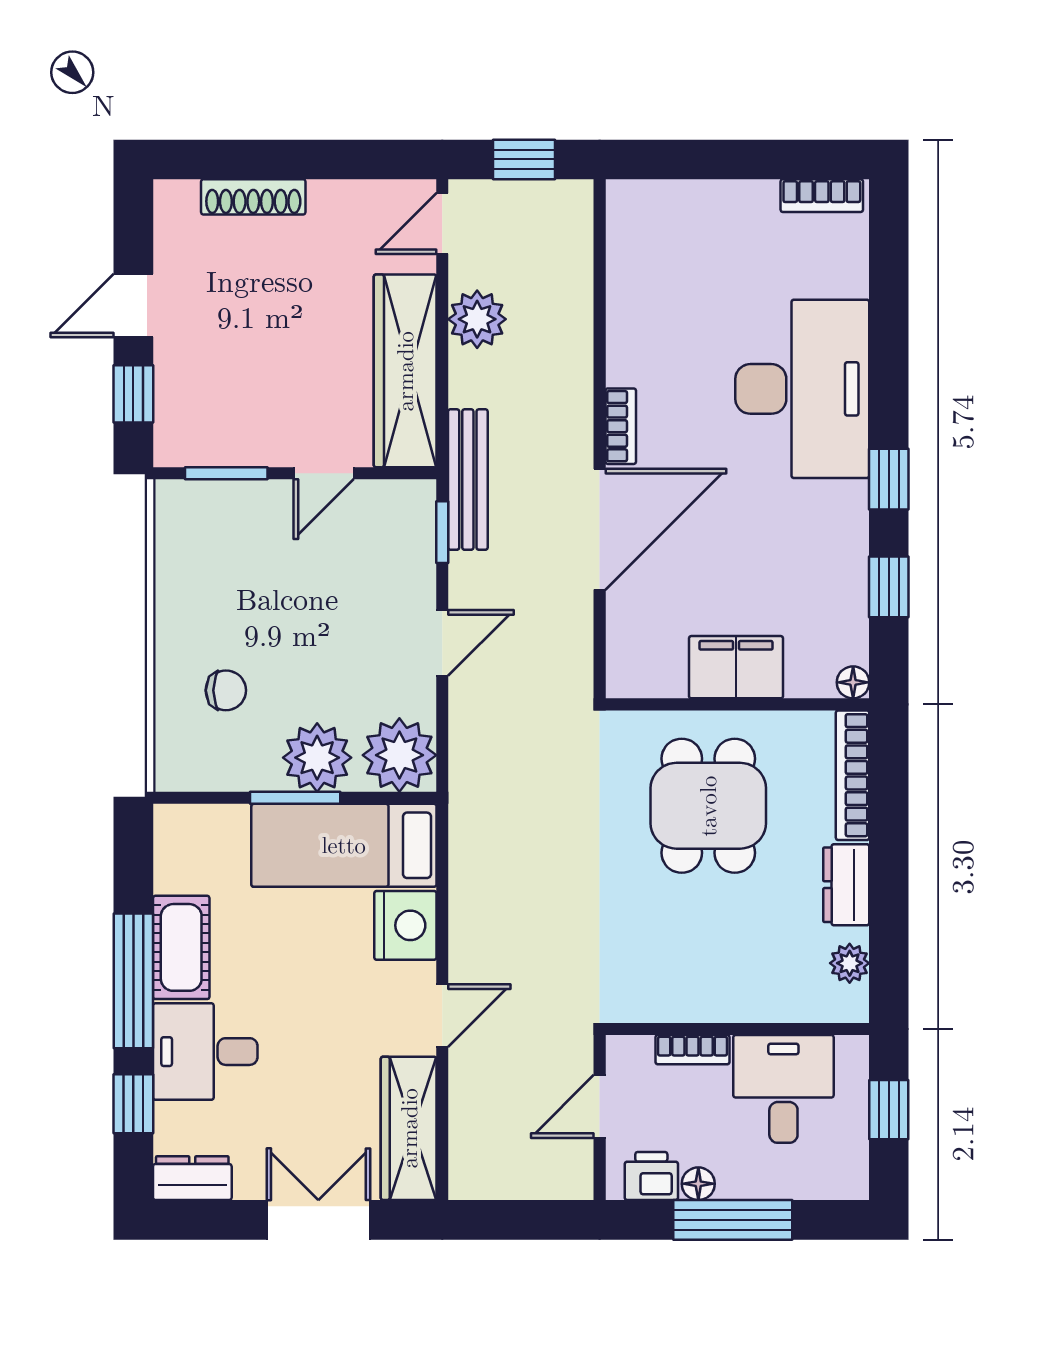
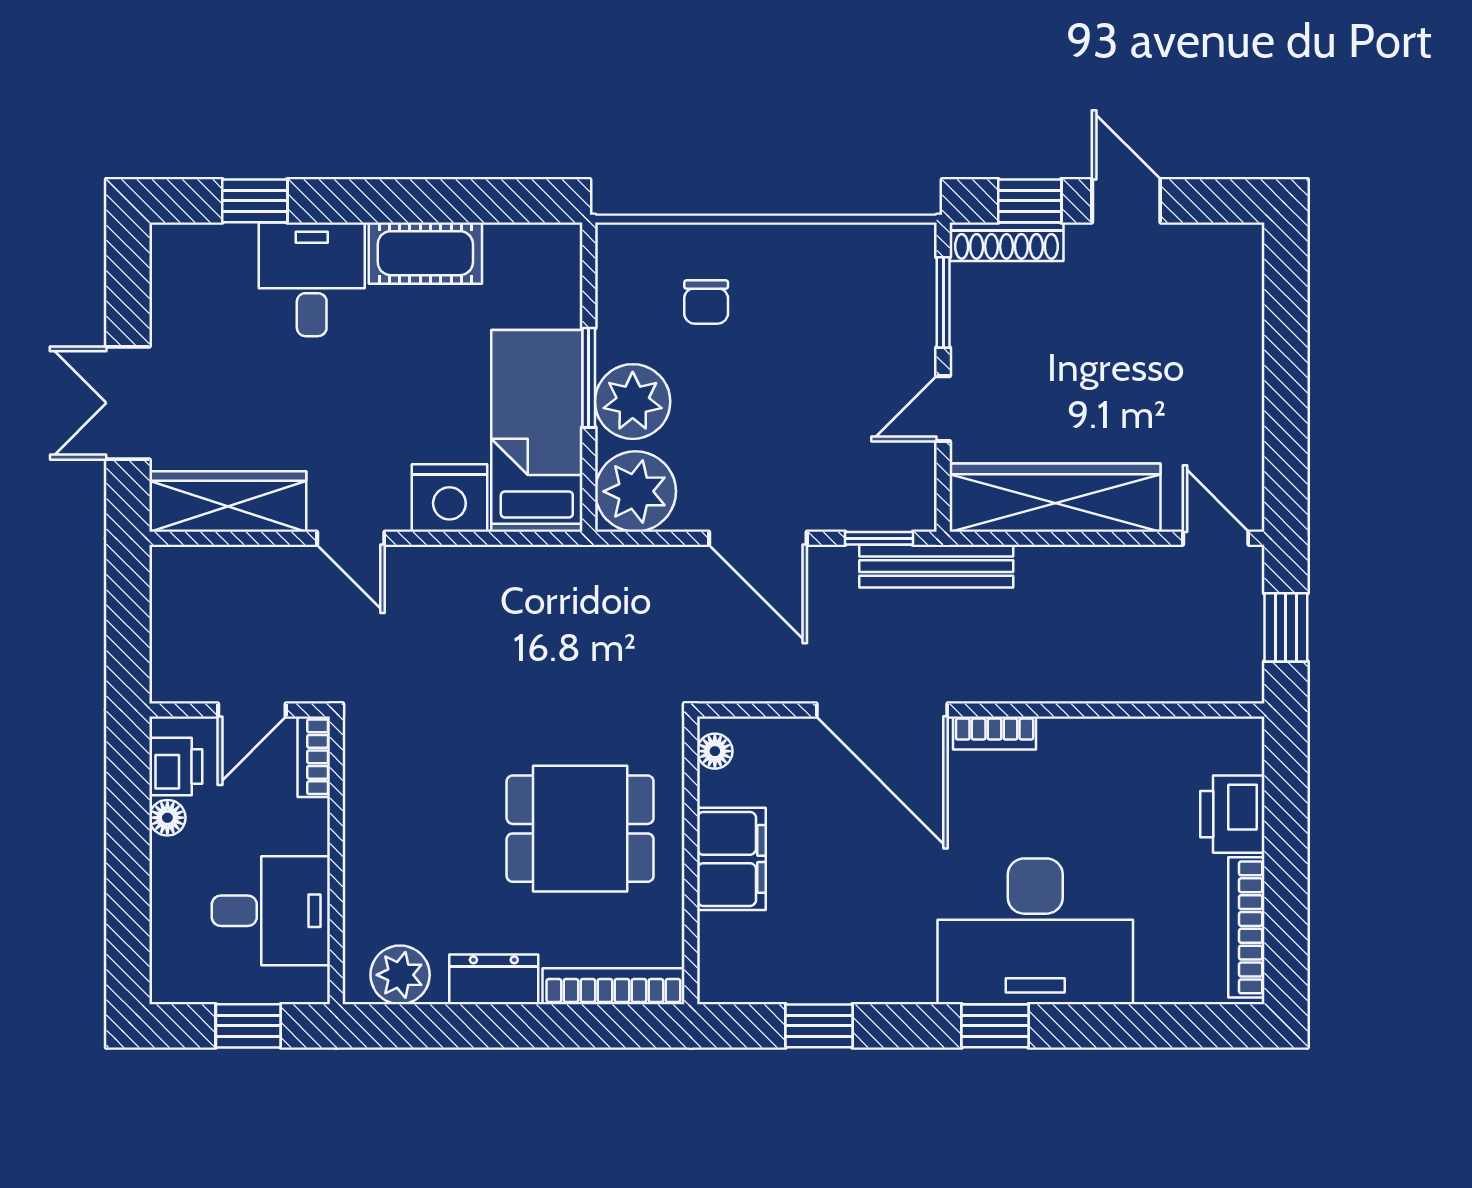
bookcase: (822, 196) -> (1246, 927), width x1.56
shoe rack: (253, 197) -> (1006, 242), moved, turned -90
printer: (695, 208) -> (1232, 814), added
plant: (477, 319) -> (1111, 576), removed
door: (324, 473) -> (943, 409), hinge flipped
window: (889, 479) -> (995, 1026), moved
door: (442, 643) -> (758, 538), width x1.38
floor lamp: (853, 682) -> (715, 751), moved
plant: (850, 963) -> (400, 975), width x1.38, depth x1.38
window: (133, 981) -> (389, 201), removed
bookcase: (693, 1050) -> (314, 757), moved
door: (600, 1106) -> (252, 710), swing flipped
dresser: (192, 1178) -> (174, 265), removed
double door: (318, 1220) -> (128, 403), swing flipped
window: (733, 1220) -> (128, 855), removed

